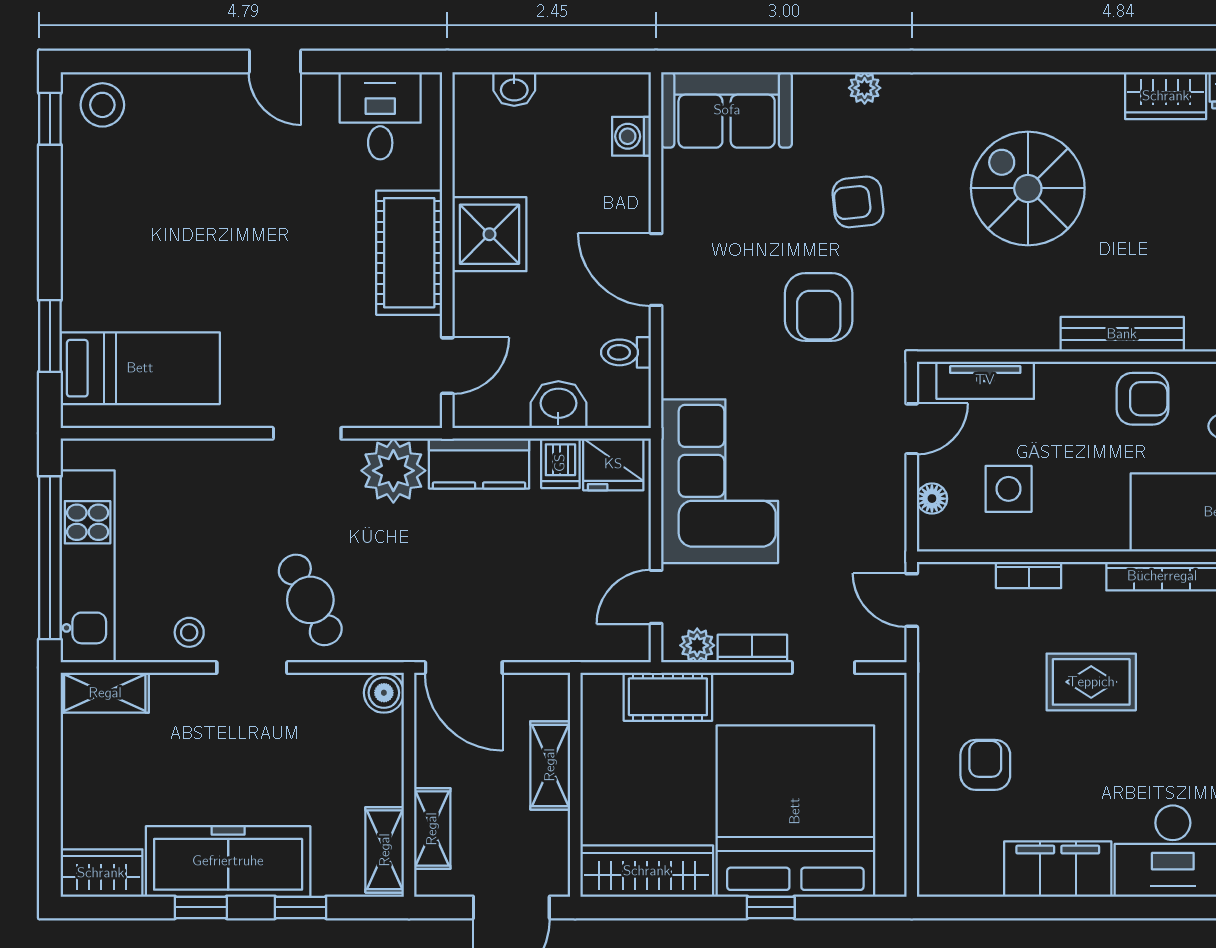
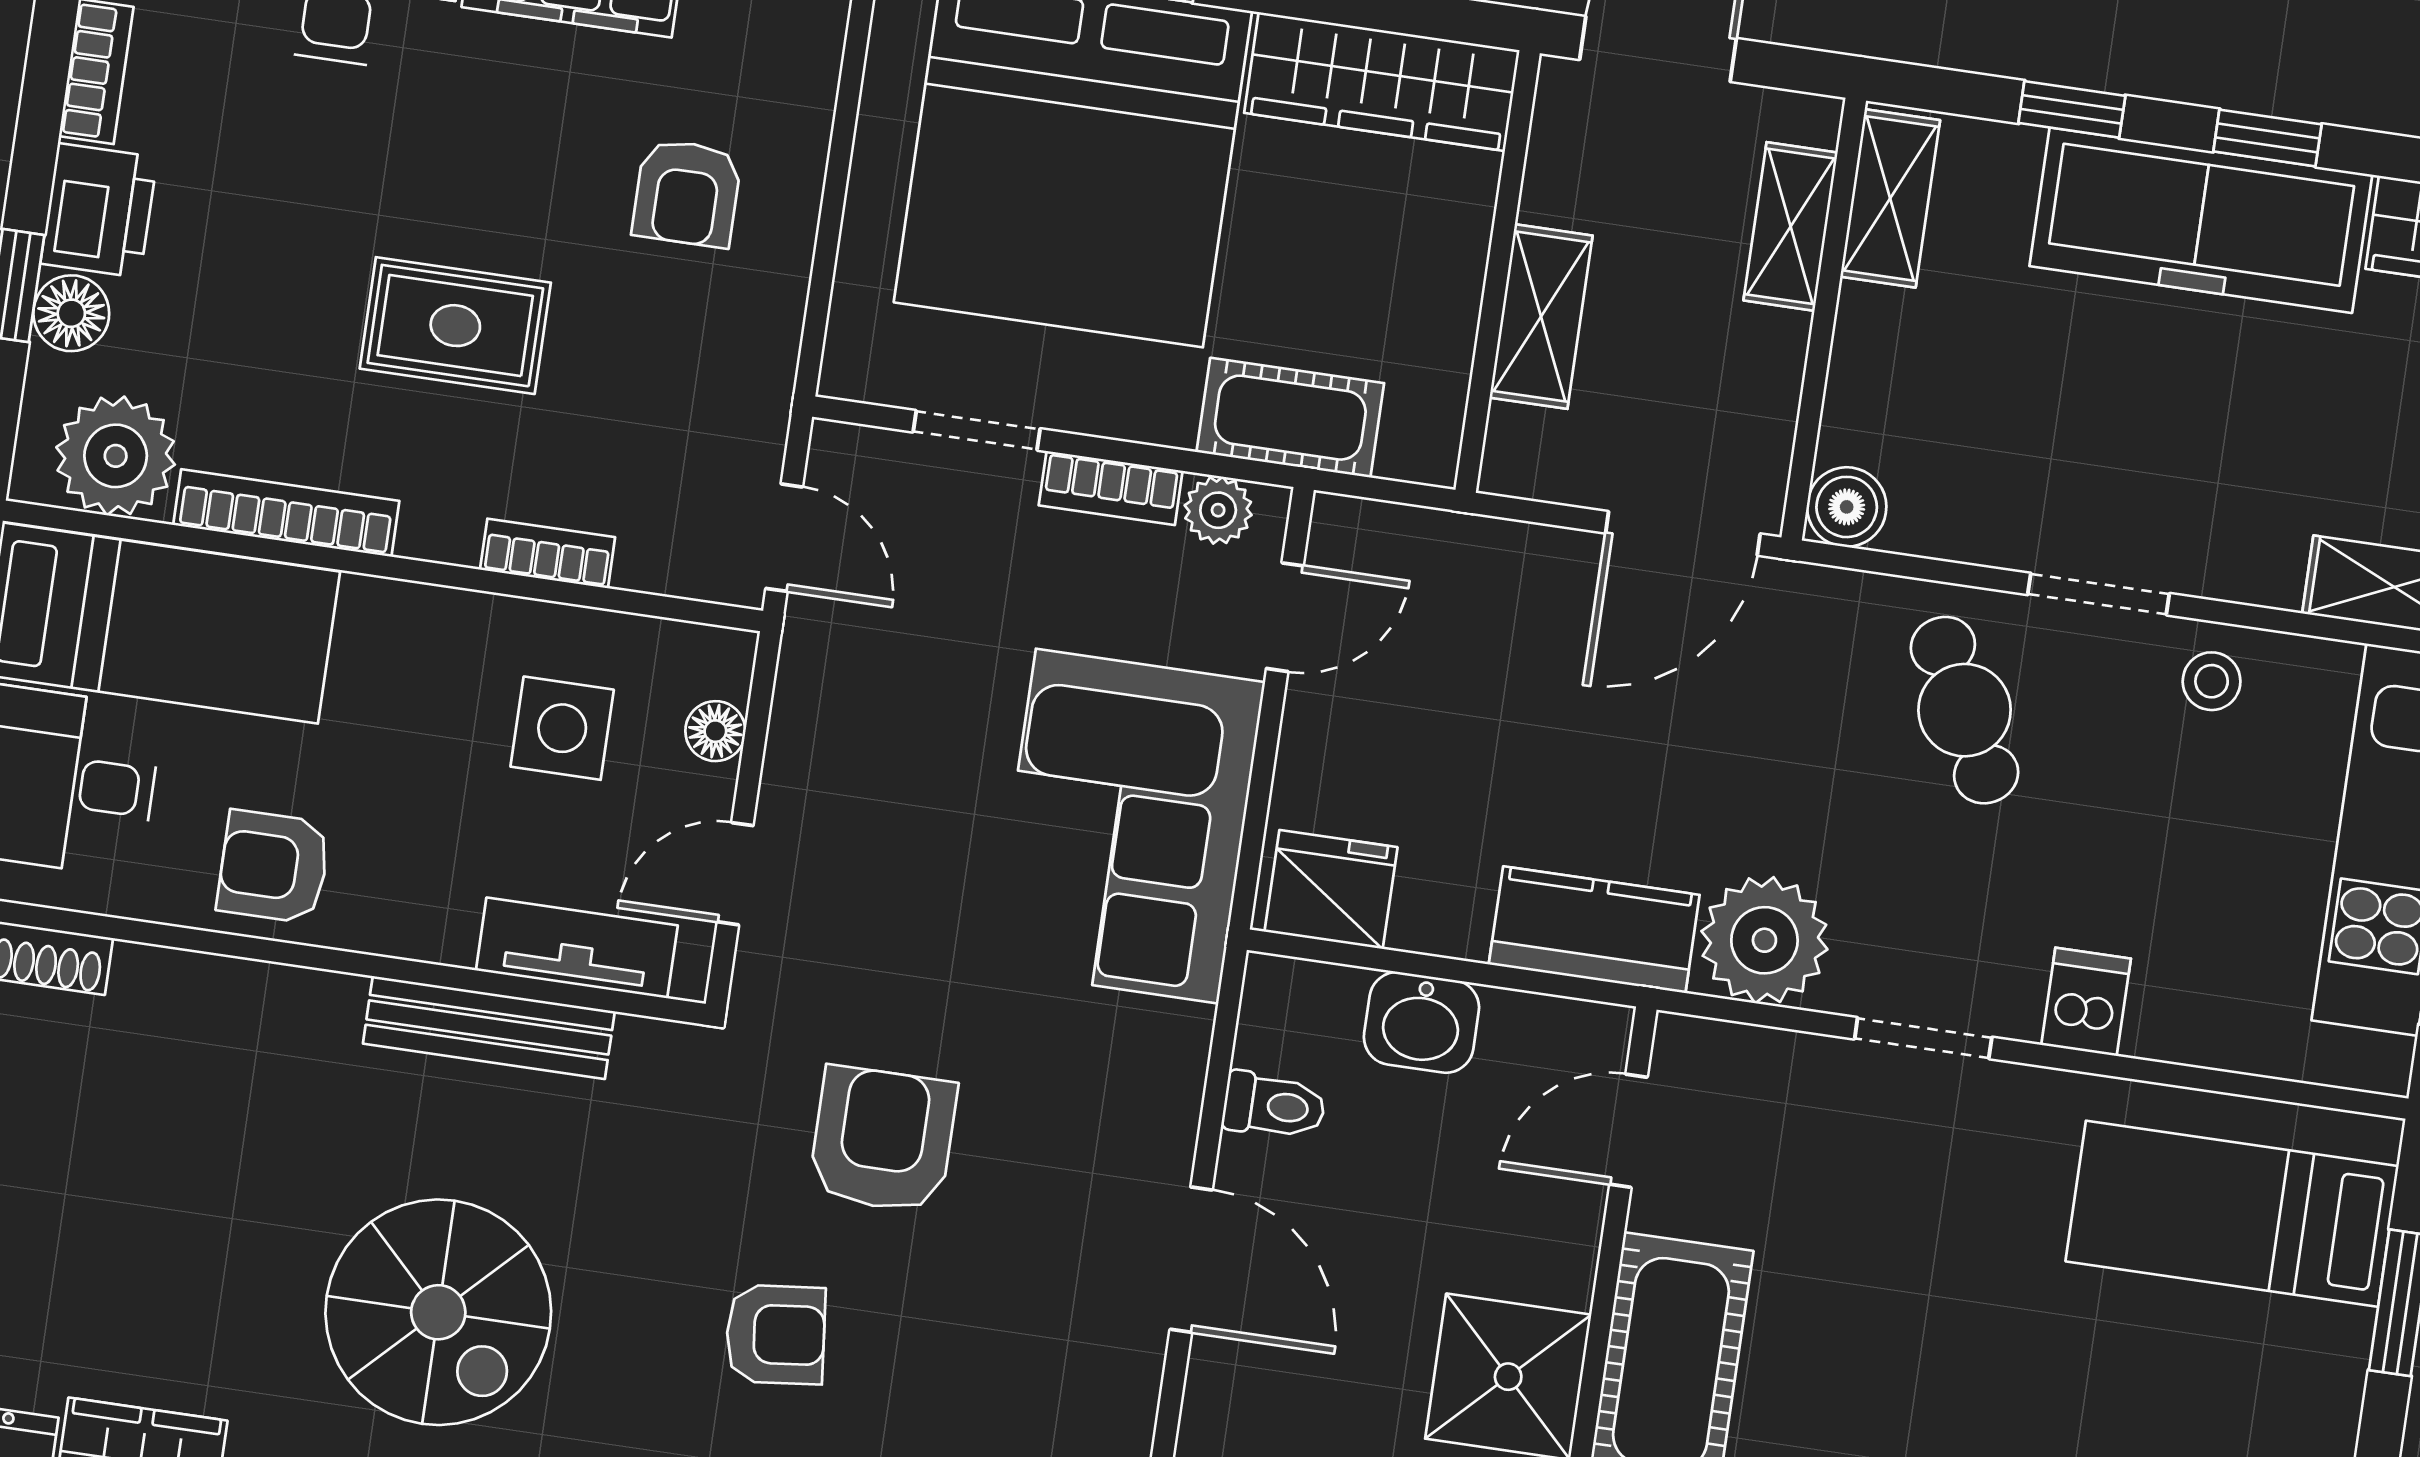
bench: (1122, 334) -> (489, 1027), moved
dishwasher: (560, 463) -> (2086, 1002), moved
door: (464, 668) -> (1683, 533), swing flipped

